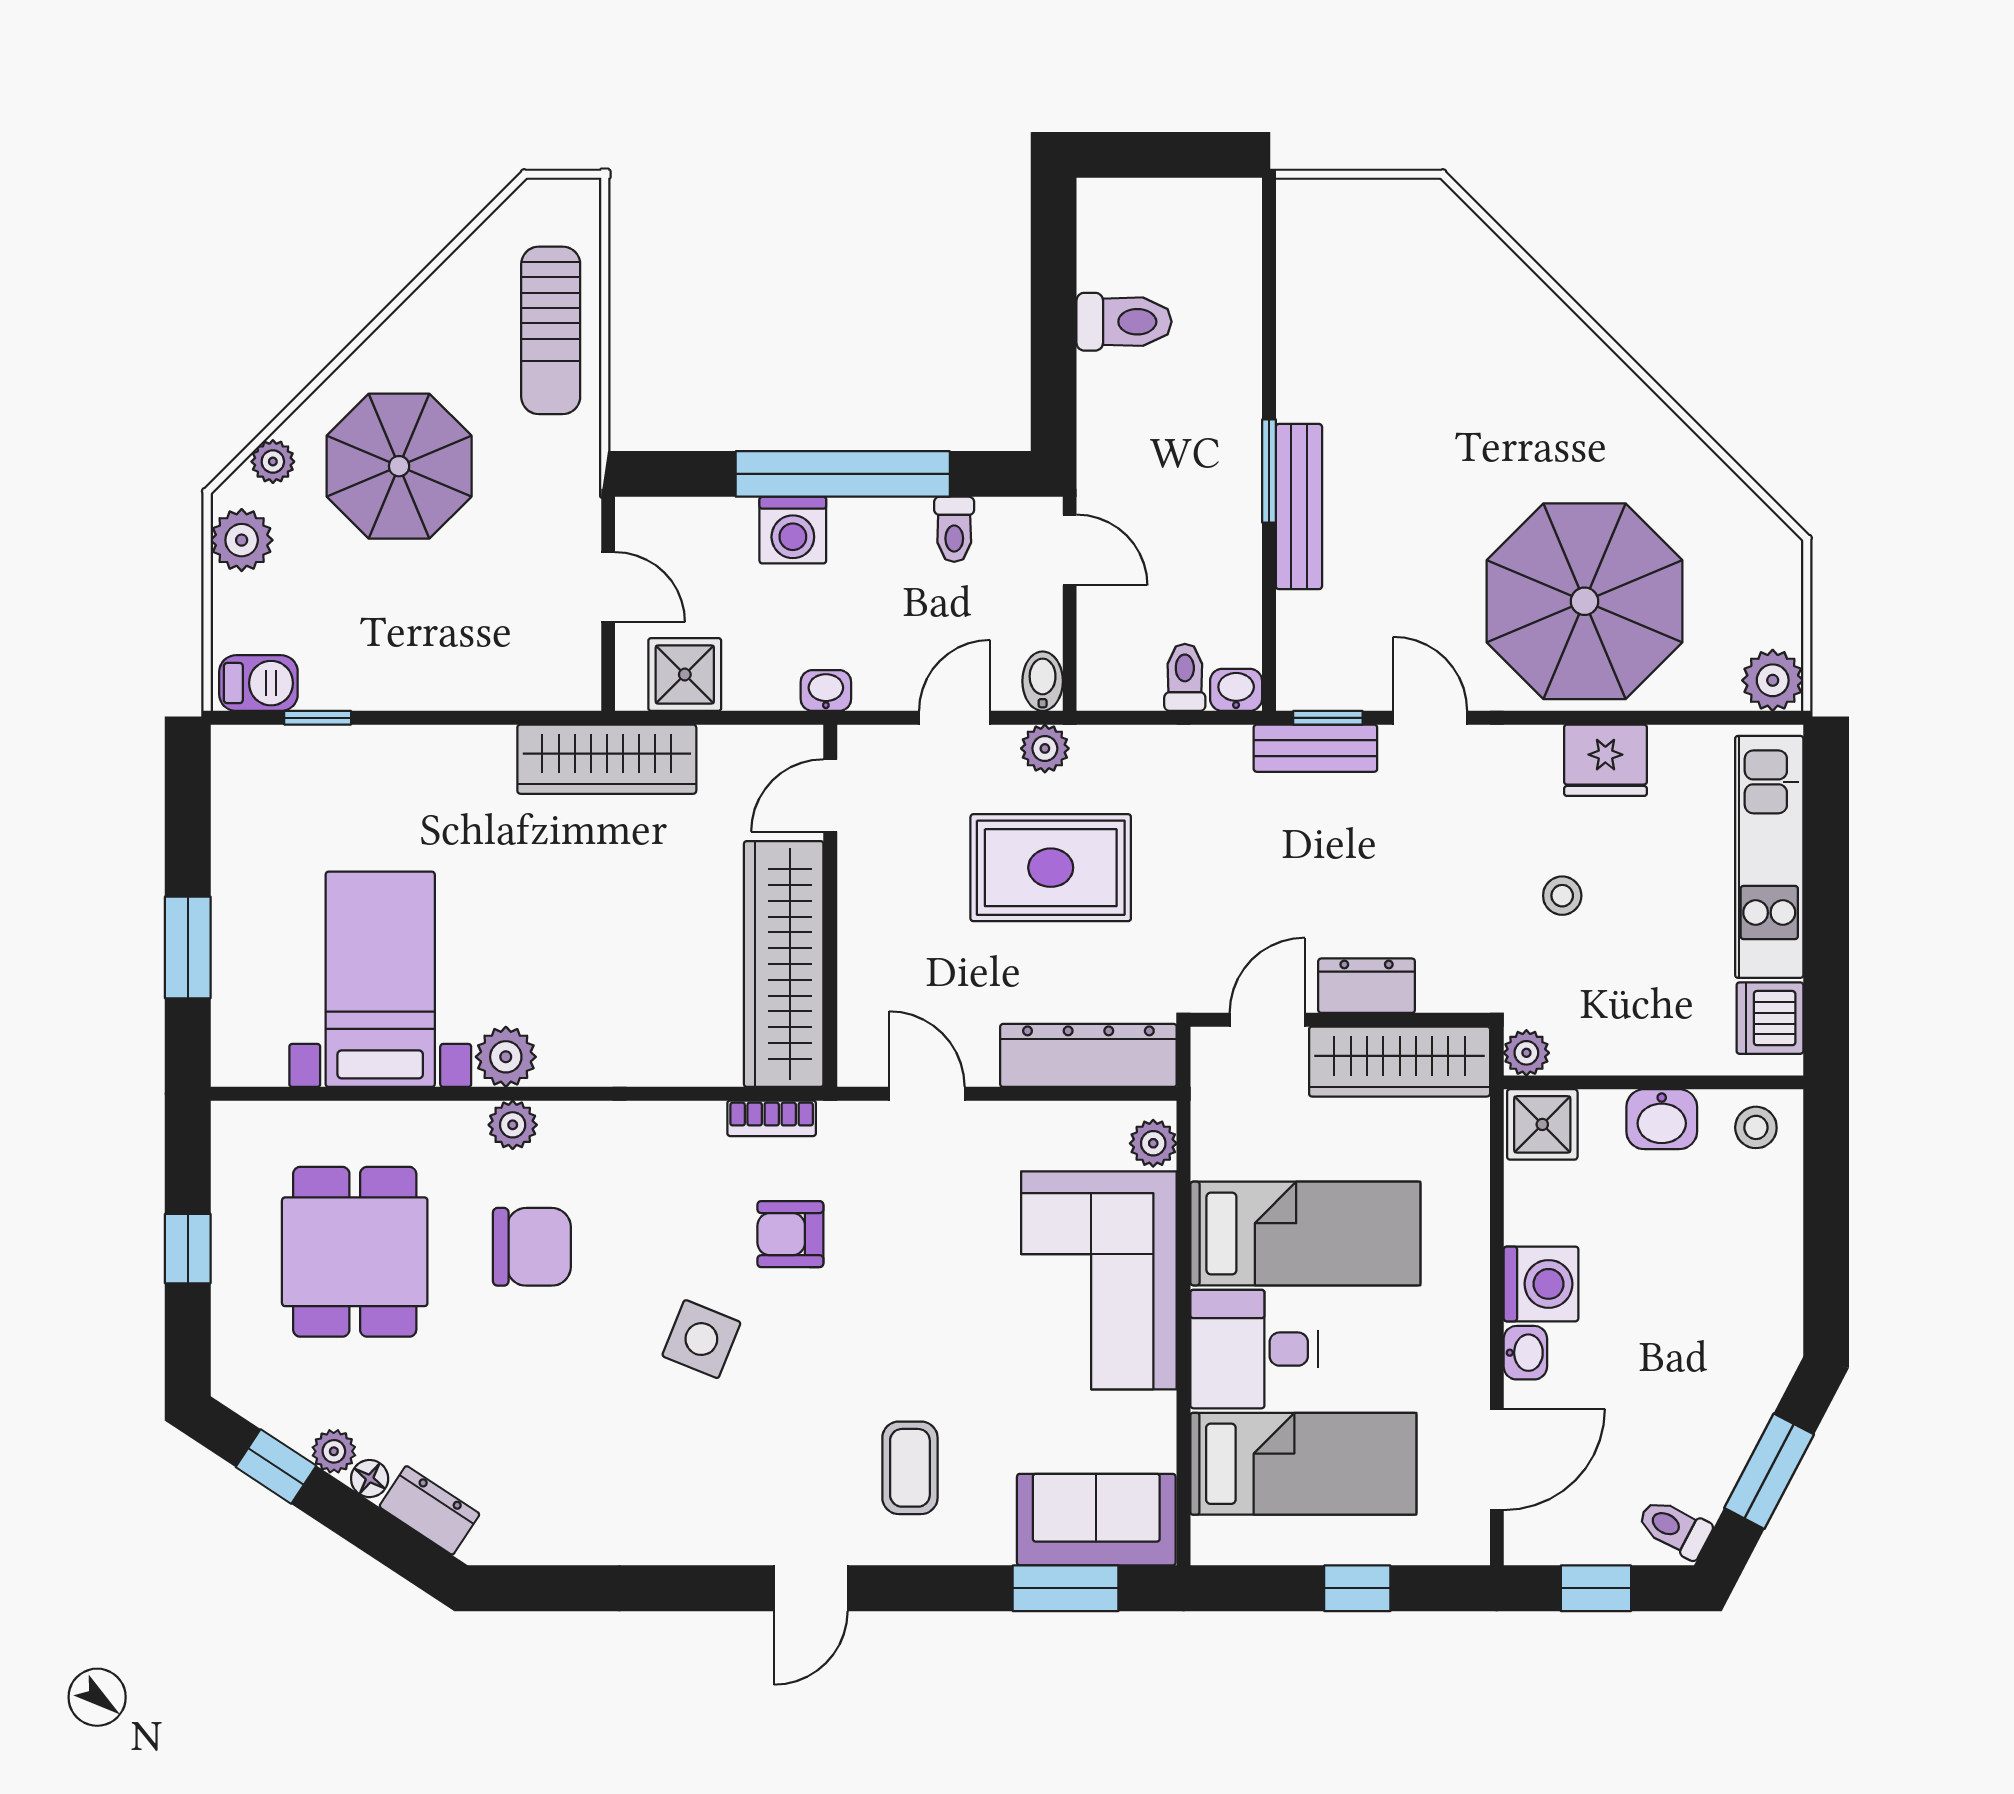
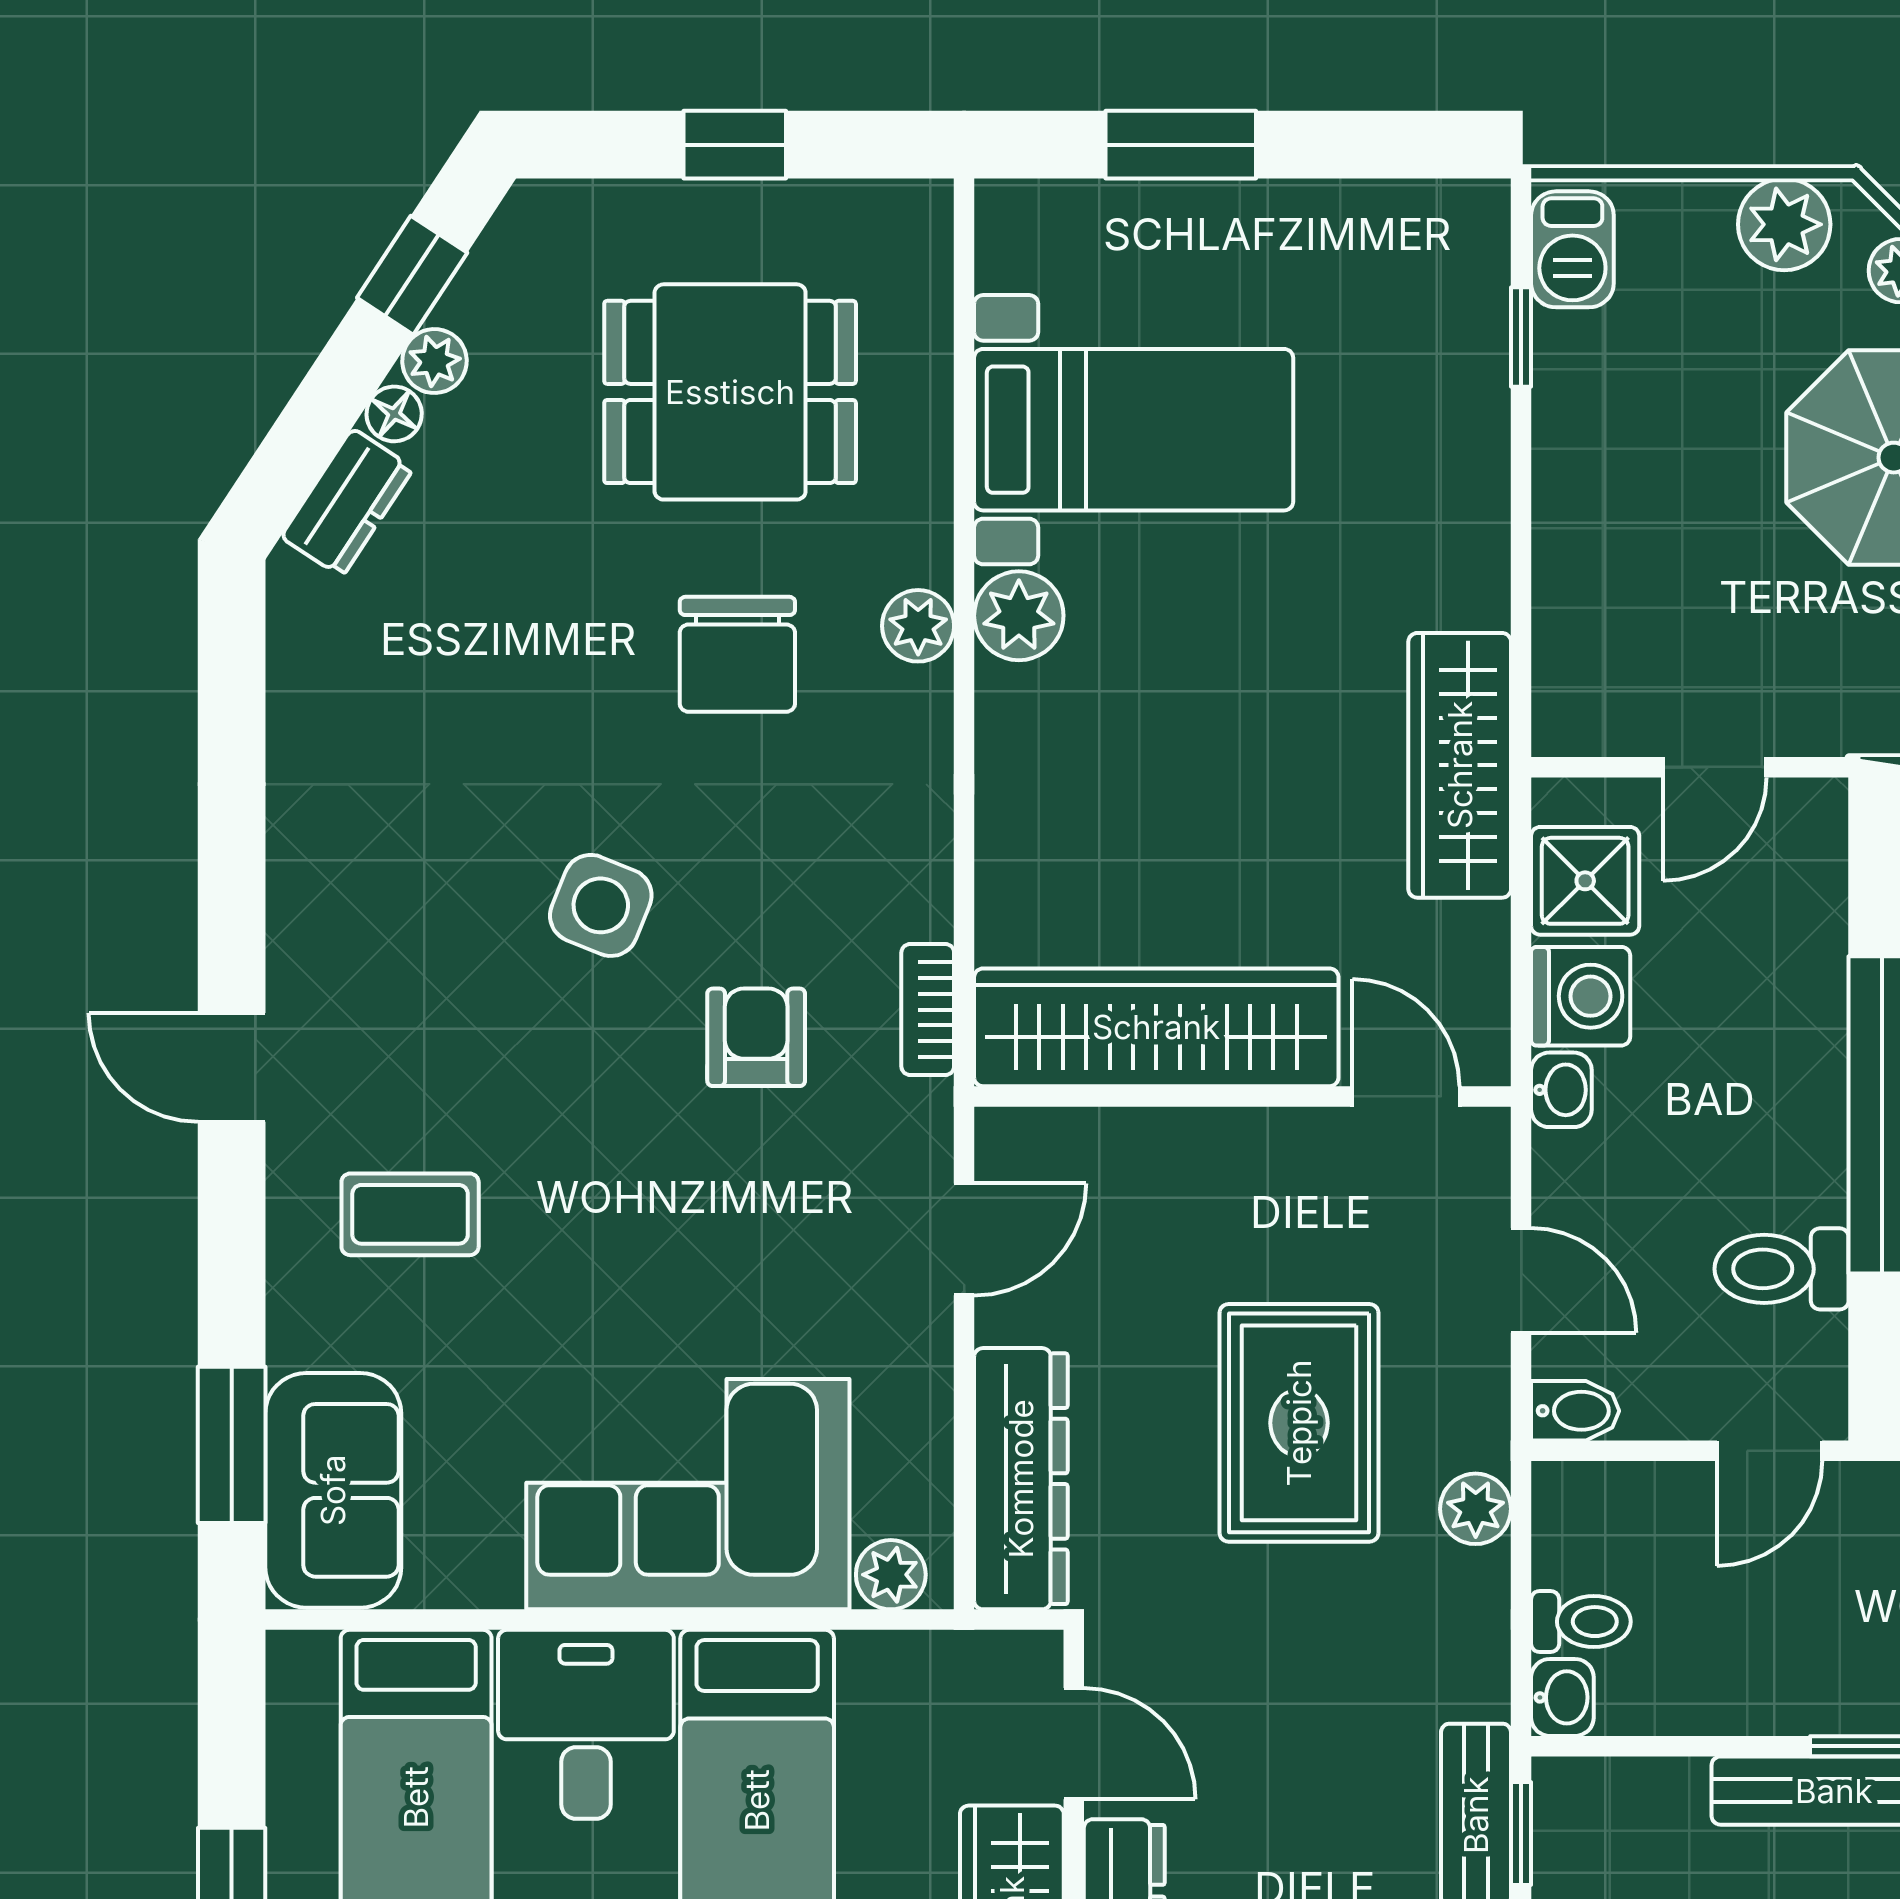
toilet: (954, 529) -> (1781, 1269), width x1.37, depth x1.39
washing machine: (793, 530) -> (1581, 996), moved, turned 180
plant: (1045, 748) -> (1476, 1509), moved

